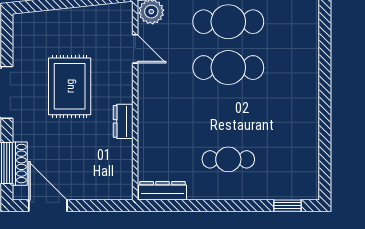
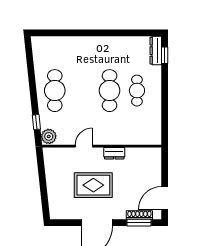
door: (135, 49) -> (84, 146), moved
cafe table: (228, 68) -> (110, 91), moved
dresser: (163, 191) -> (156, 51), moved

